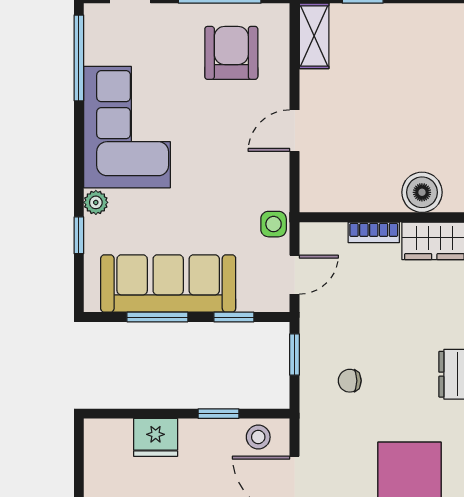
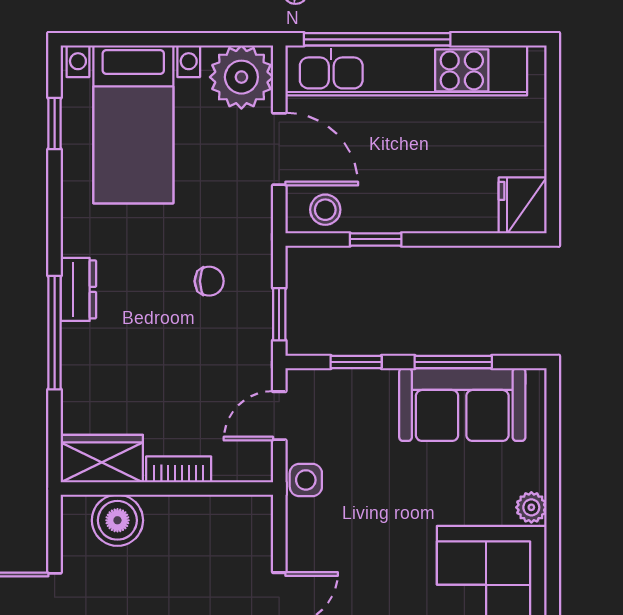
window: (79, 235) -> (553, 466), removed
sofa: (168, 283) -> (462, 405), width x0.73
fridge: (156, 437) -> (523, 205), moved, turned -90

